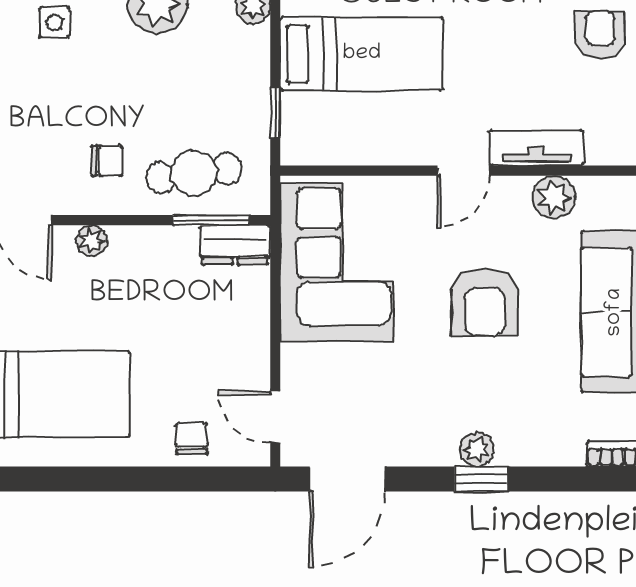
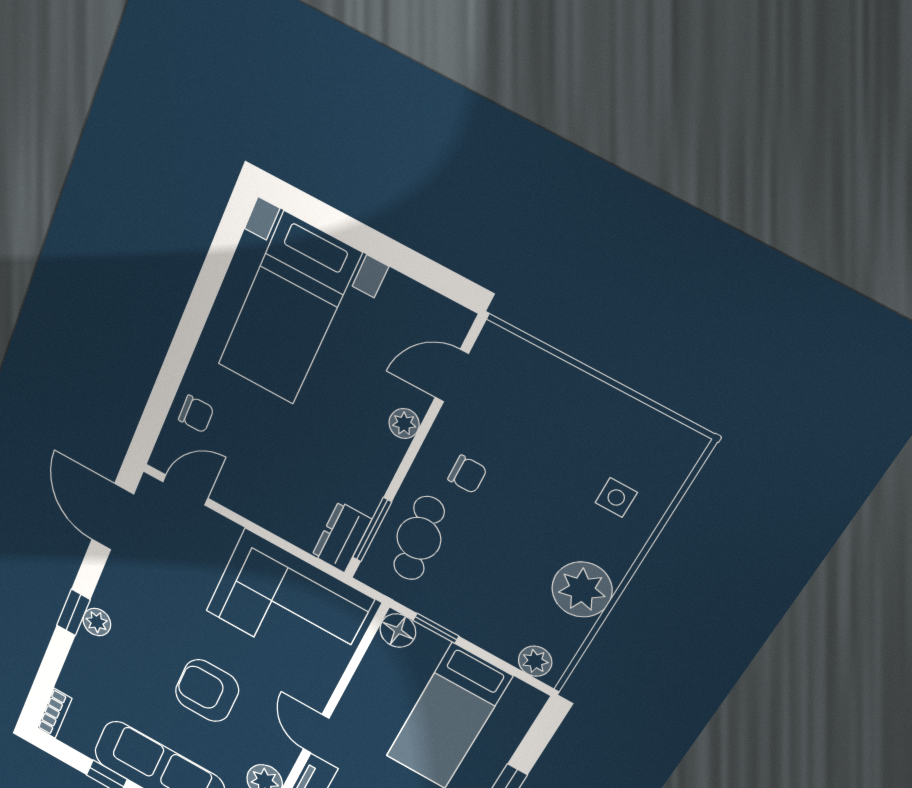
floor lamp: (300, 146) -> (398, 631), added
chair: (107, 161) -> (467, 474), turned -90

